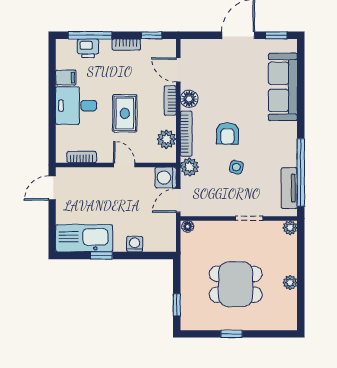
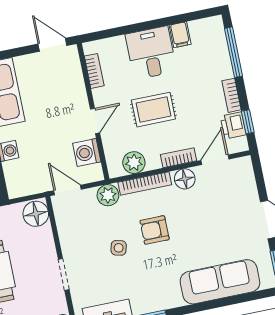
printer: (88, 48) -> (233, 125), moved
washing machine: (166, 178) -> (87, 153), moved, turned -90
floor lamp: (188, 226) -> (36, 214), width x1.89, depth x1.89

